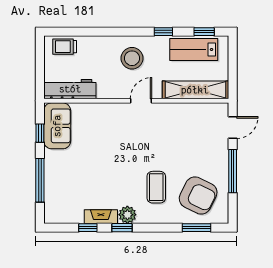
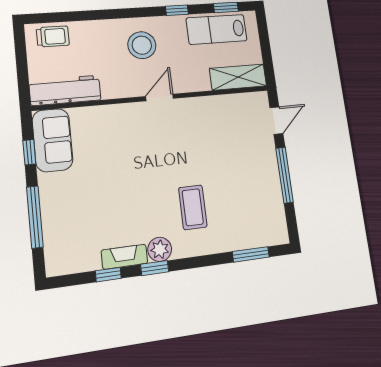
trolley: (65, 47) -> (53, 36), turned 180
shelving: (195, 90) -> (238, 77), width x0.68
armchair: (198, 195) -> (247, 212), removed

